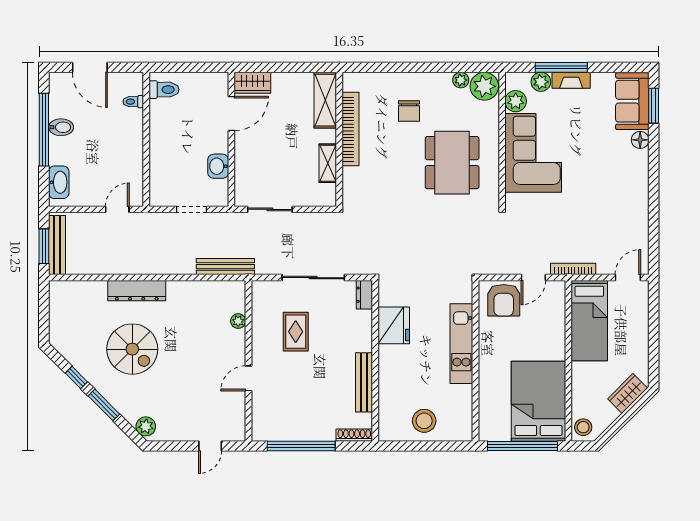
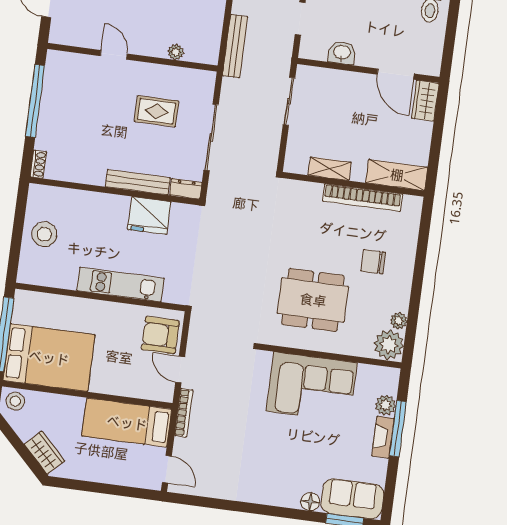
plant: (516, 101) -> (369, 376), removed
bench: (364, 382) -> (138, 182), moved
shoe rack: (354, 435) -> (38, 164), width x0.70

